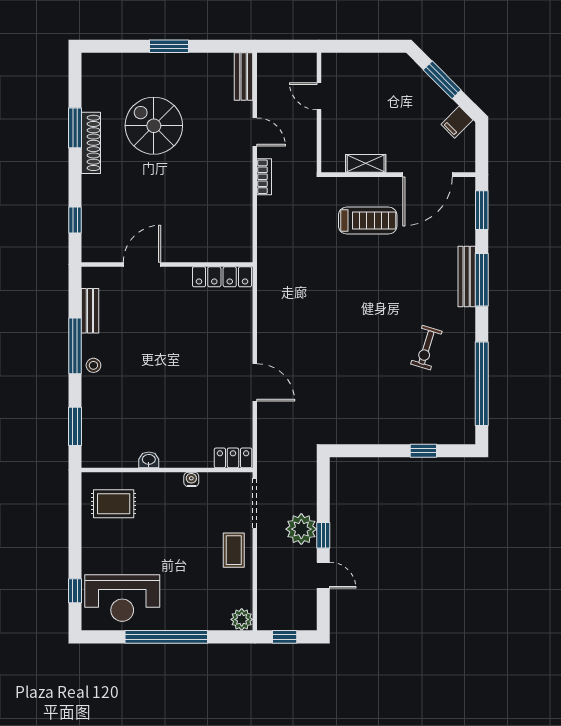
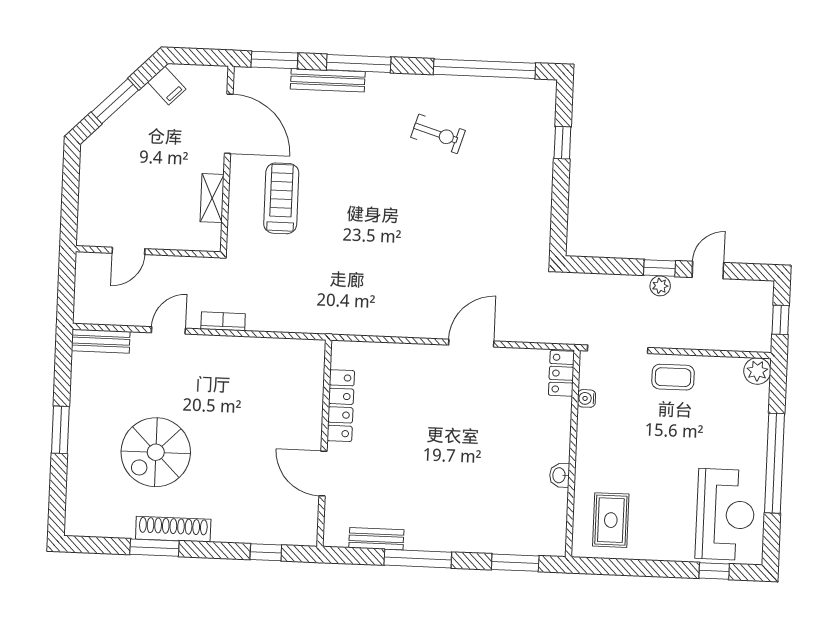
bench: (467, 276) -> (328, 80), moved
locker: (222, 277) -> (341, 406), moved
stool: (93, 365) -> (442, 537), removed
water cooler: (191, 479) -> (586, 398), moved
plant: (301, 529) -> (660, 286), width x0.53, depth x0.53

